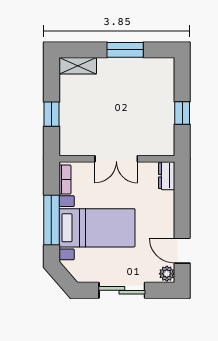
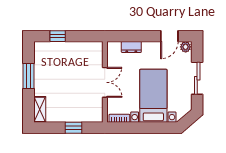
window: (182, 113) -> (58, 36), moved
dresser: (167, 176) -> (131, 47), moved
window: (51, 220) -> (148, 128), removed

